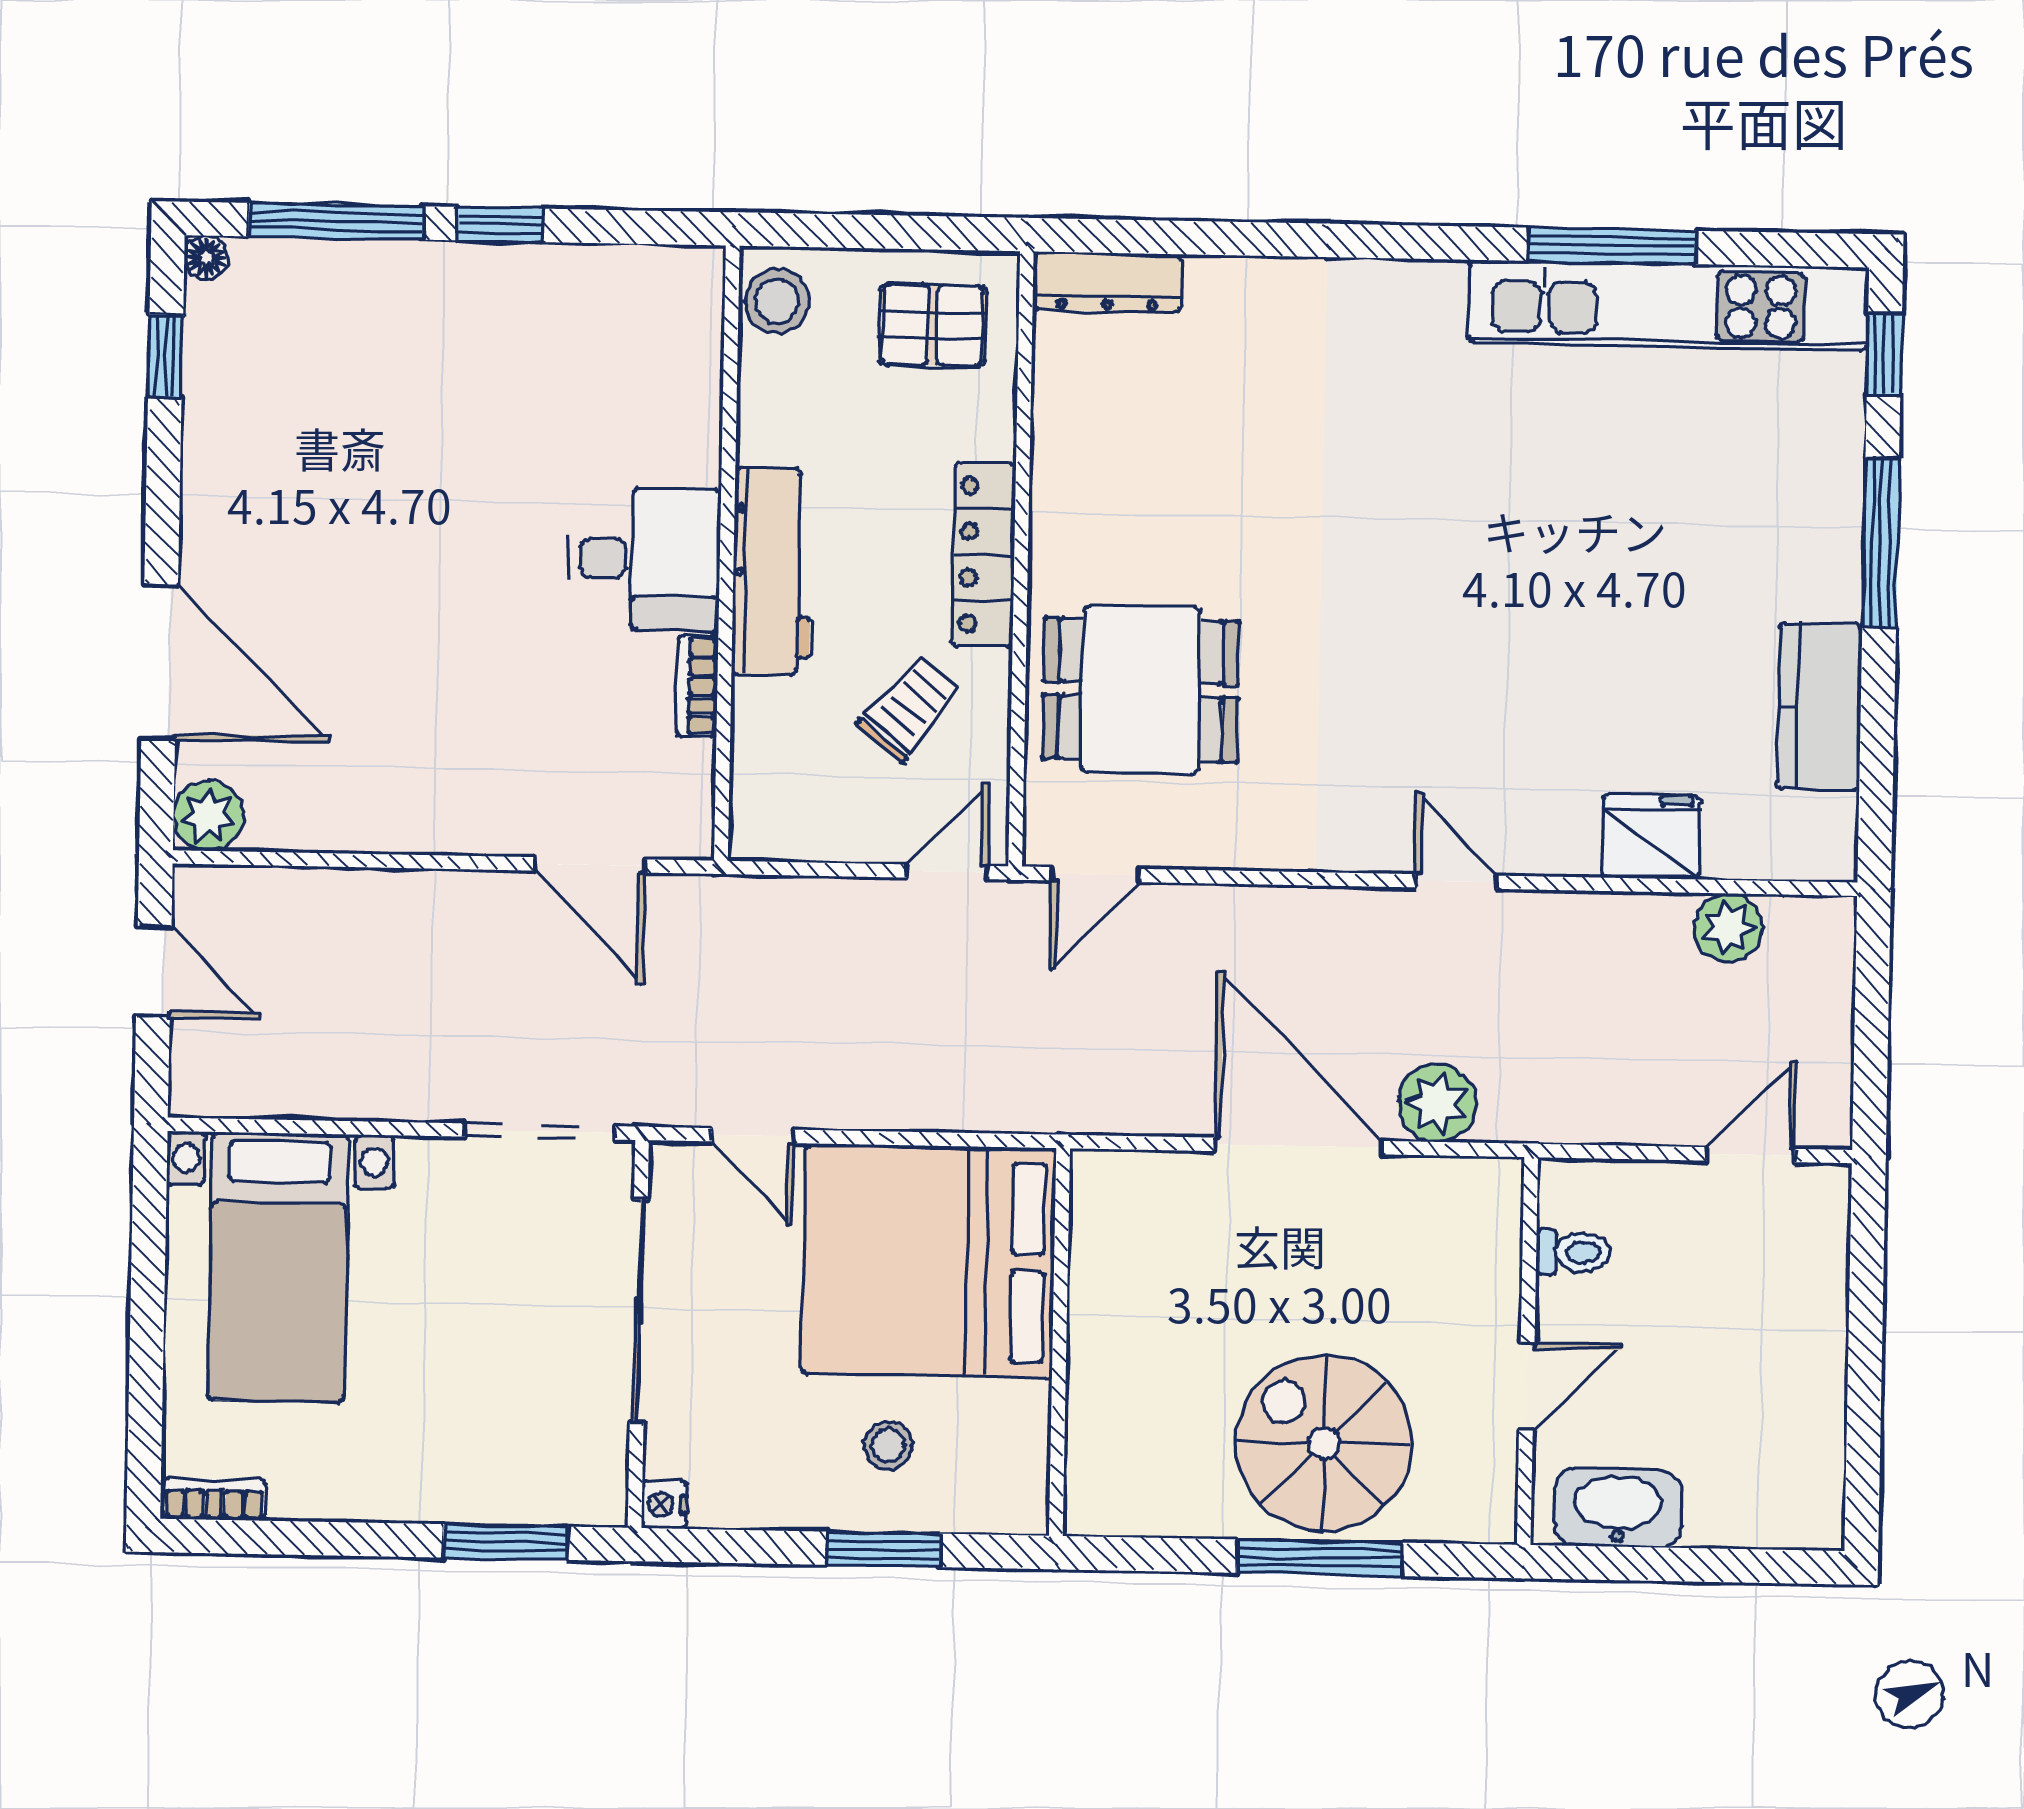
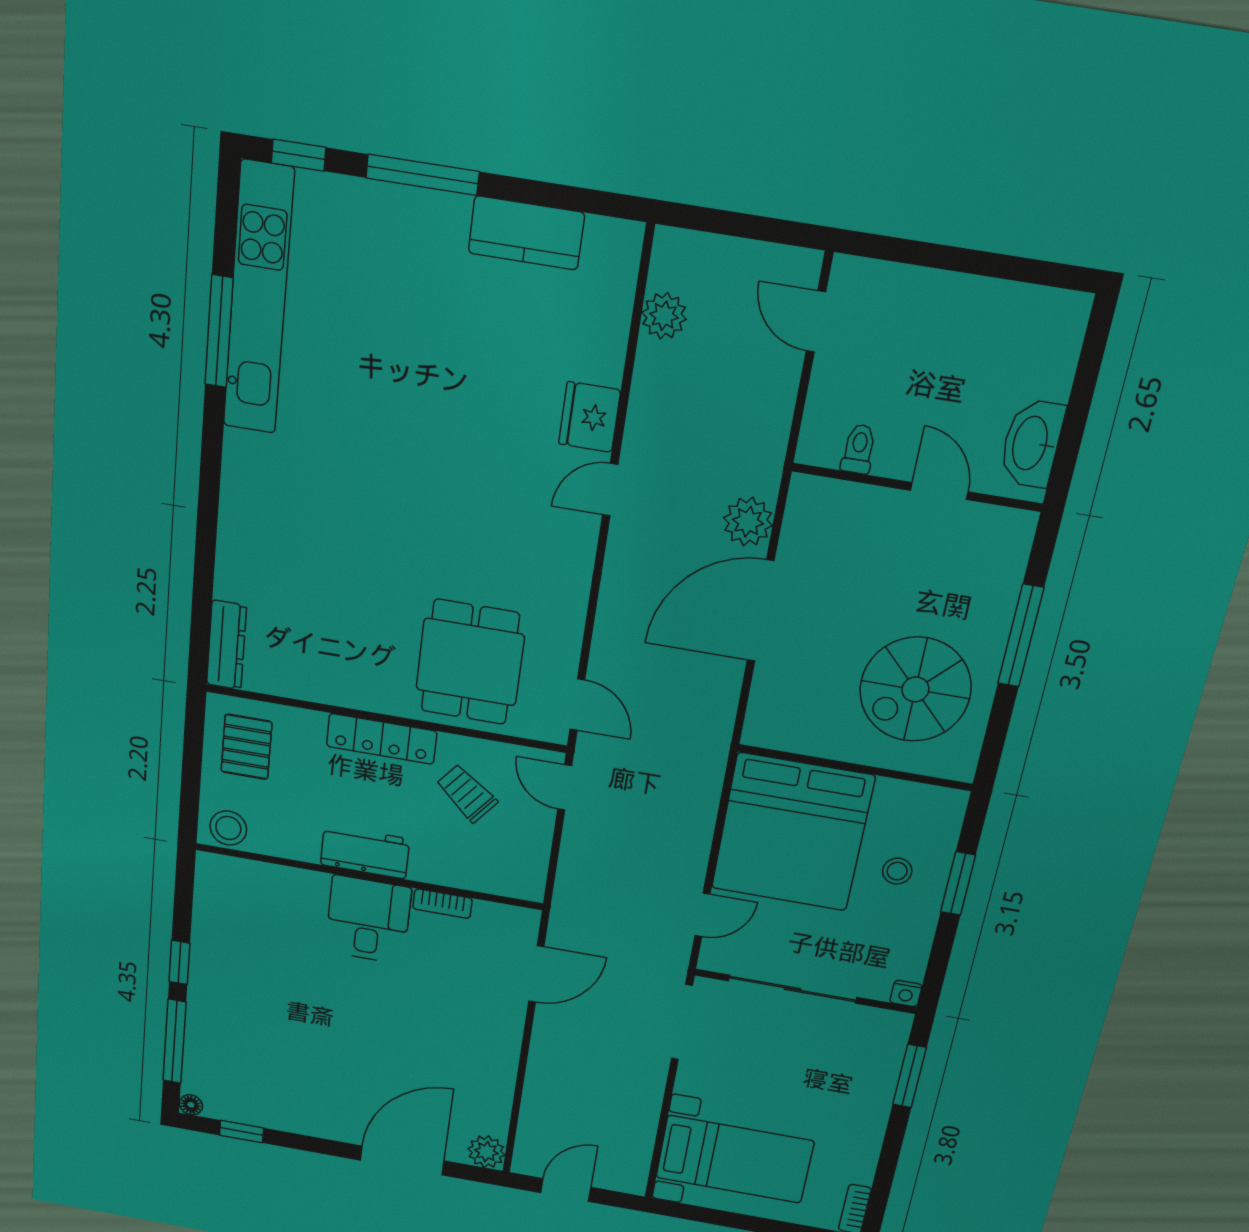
workbench: (772, 571) -> (365, 852), width x0.73
fridge: (1651, 837) -> (590, 417), moved
spiral stairs: (1324, 1443) -> (915, 689), moved

